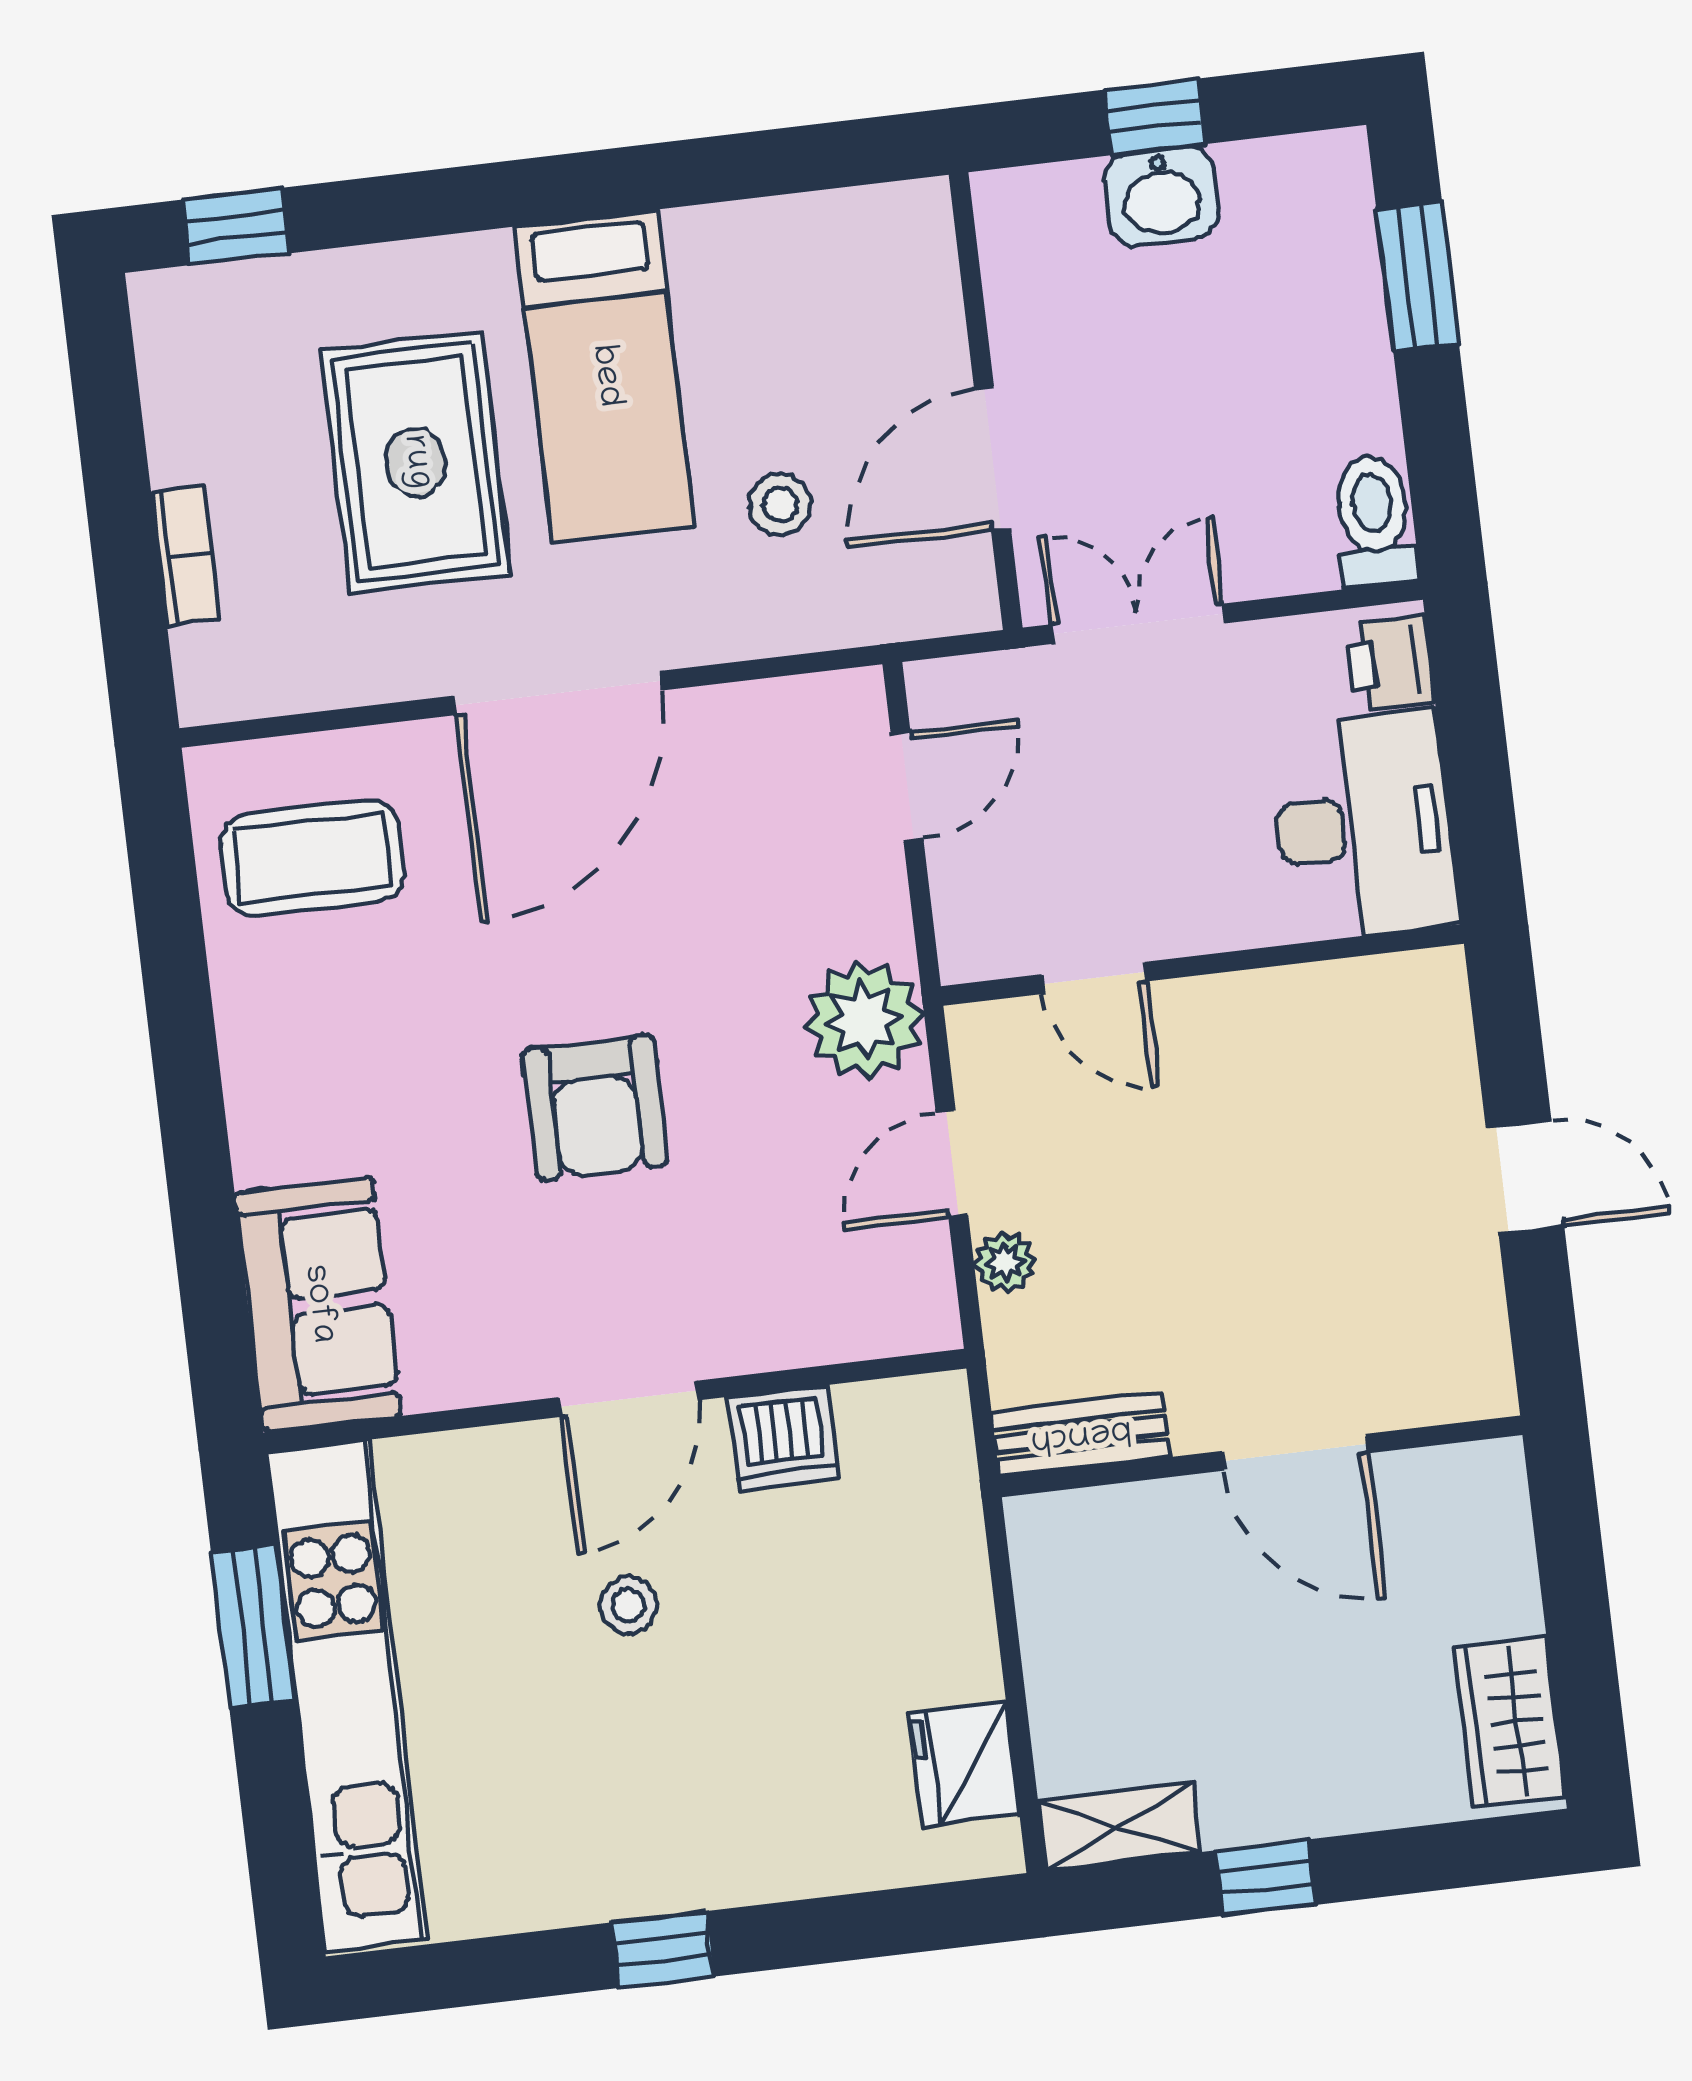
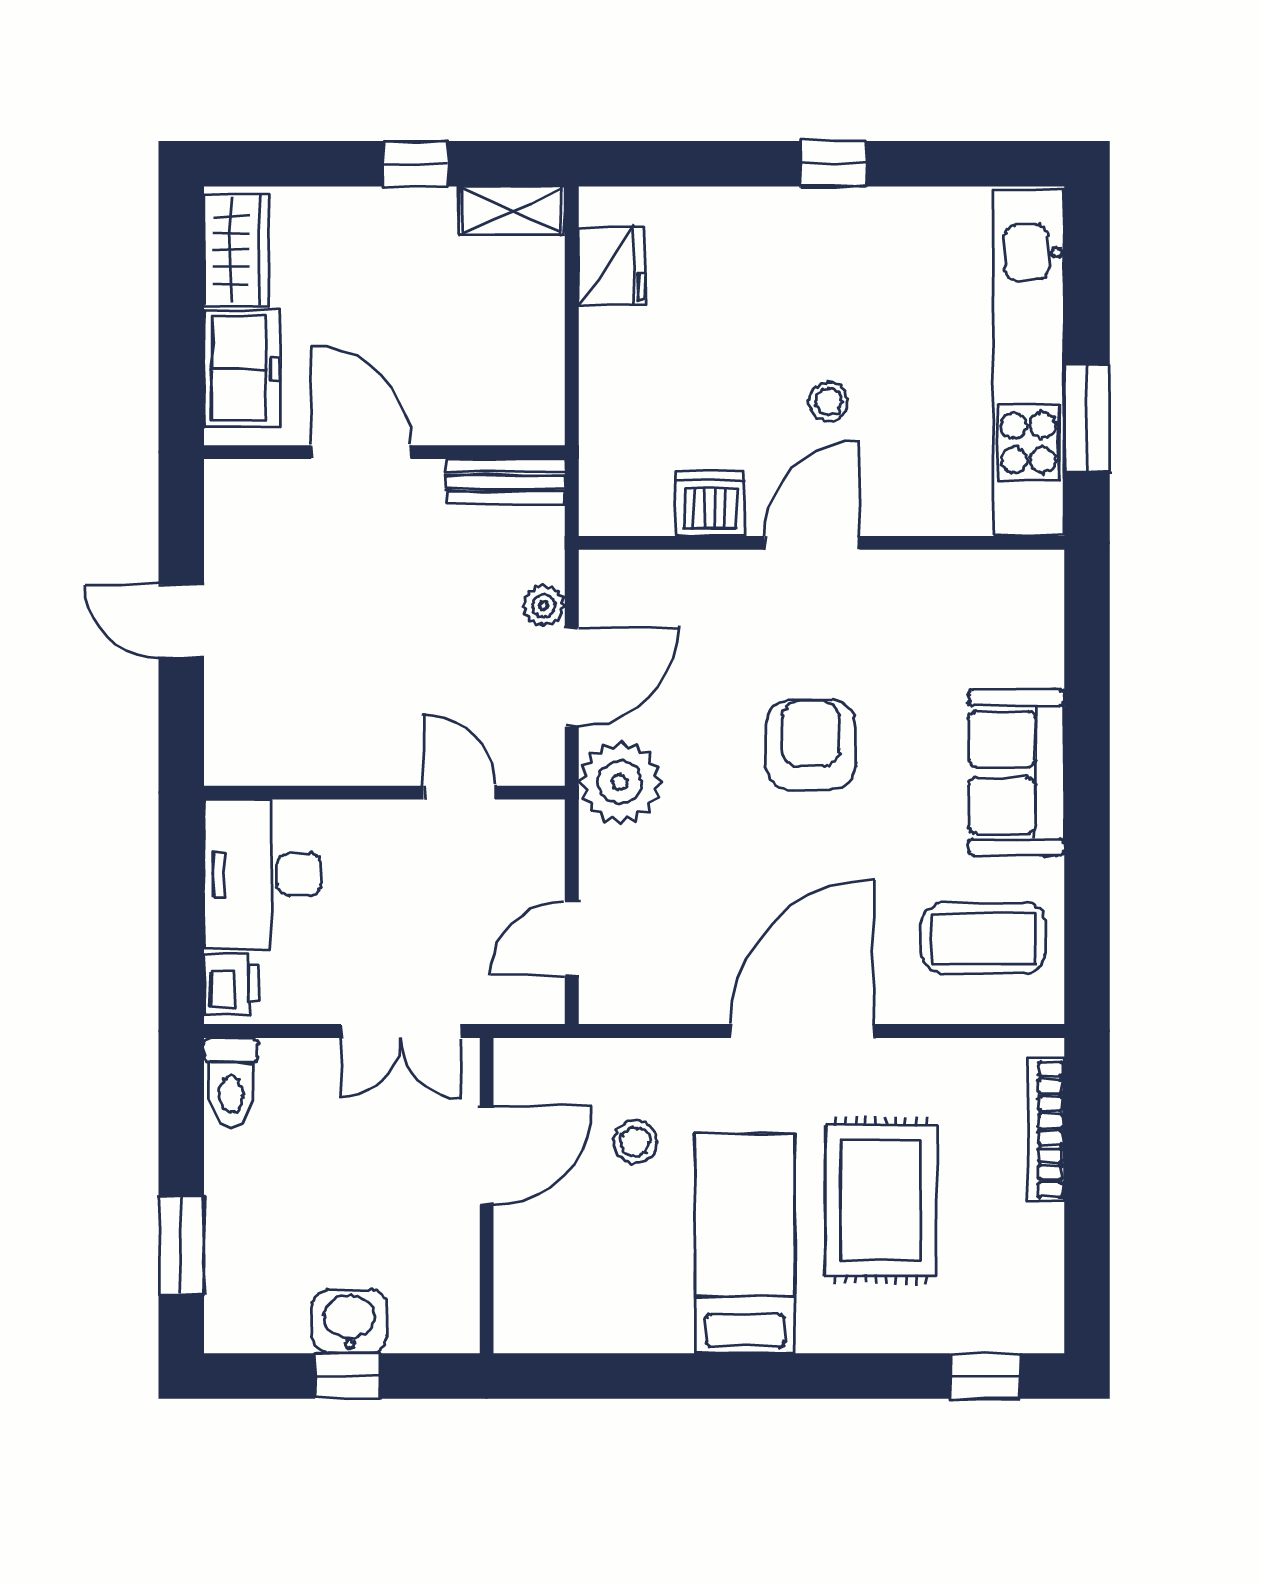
bookcase: (185, 556) -> (1046, 1129), width x1.56
door: (952, 1164) -> (572, 677), width x1.38
sofa: (318, 1304) -> (1016, 772), moved
freezer: (1481, 1552) -> (242, 369), added

